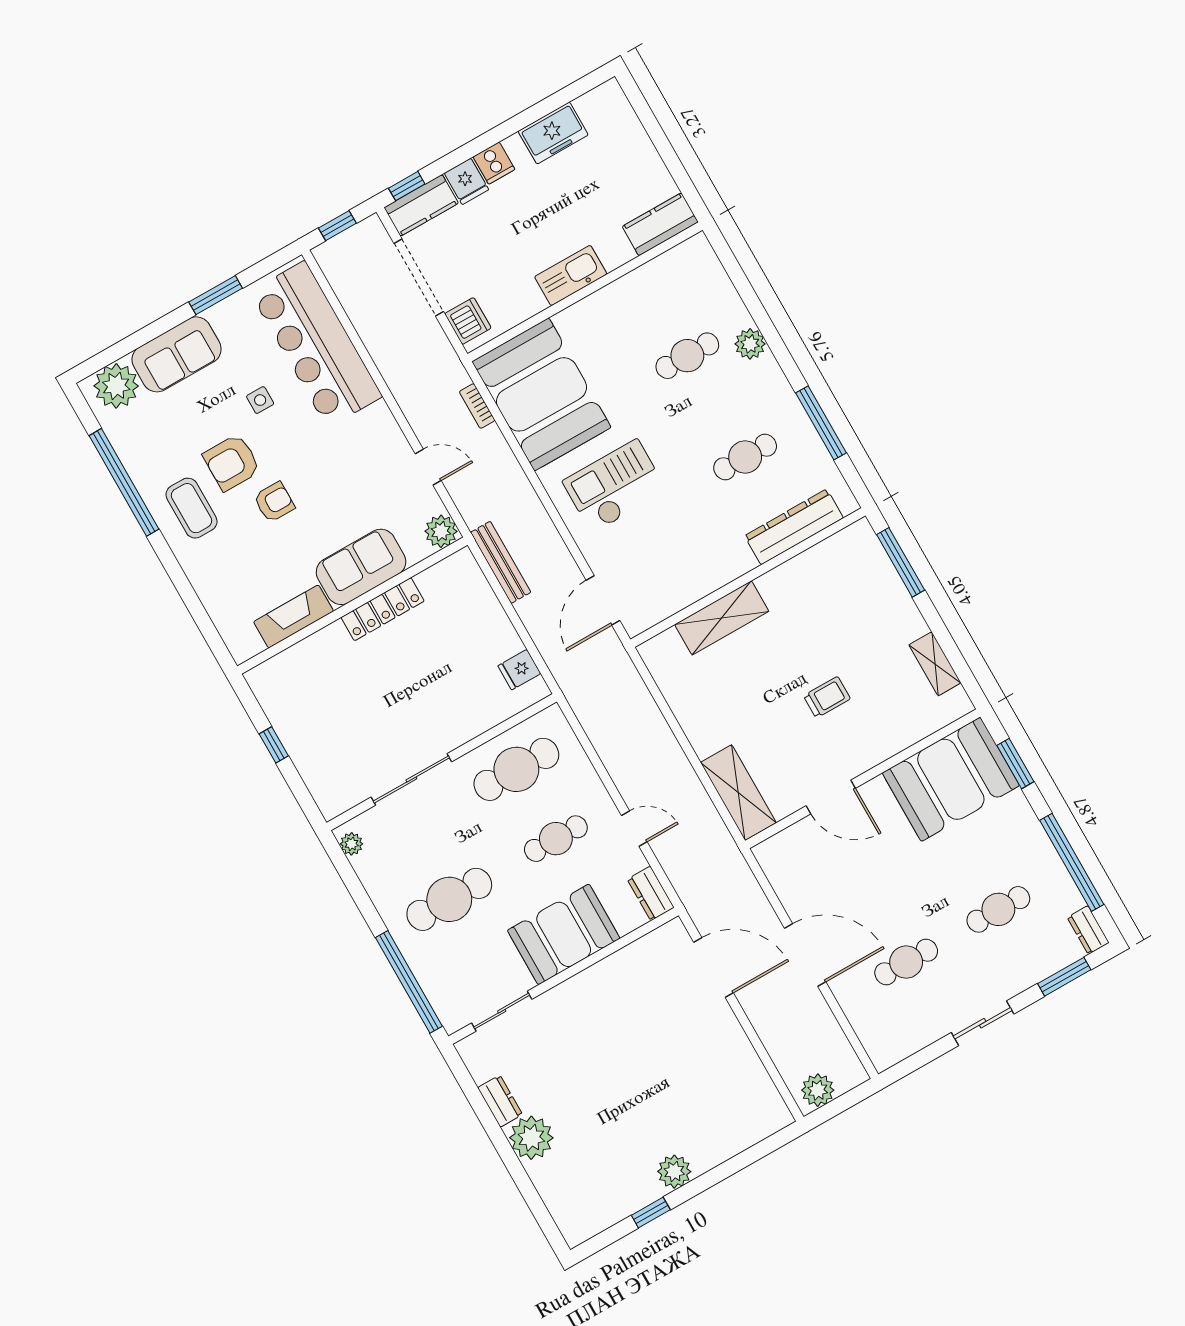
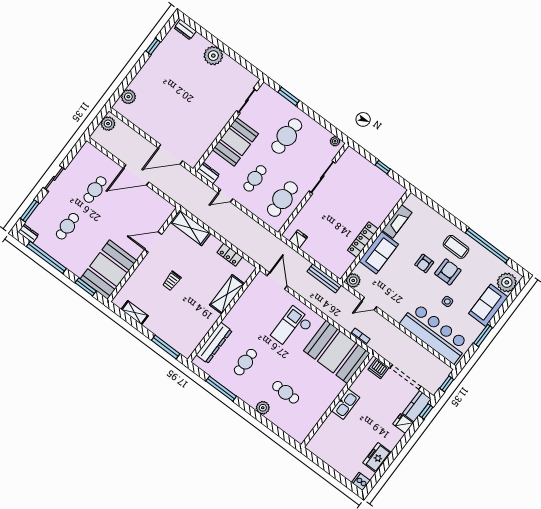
cooker: (494, 163) -> (361, 481), moved
kitchen counter: (660, 224) -> (319, 440), removed
cafe table: (687, 356) -> (286, 392), turned 90
checkout: (615, 486) -> (292, 328), turned 180
locker: (680, 699) -> (230, 255), added
window: (409, 982) -> (289, 96), width x0.47
dresser: (500, 1101) -> (185, 30), moved
plant: (674, 1172) -> (128, 97), moved

